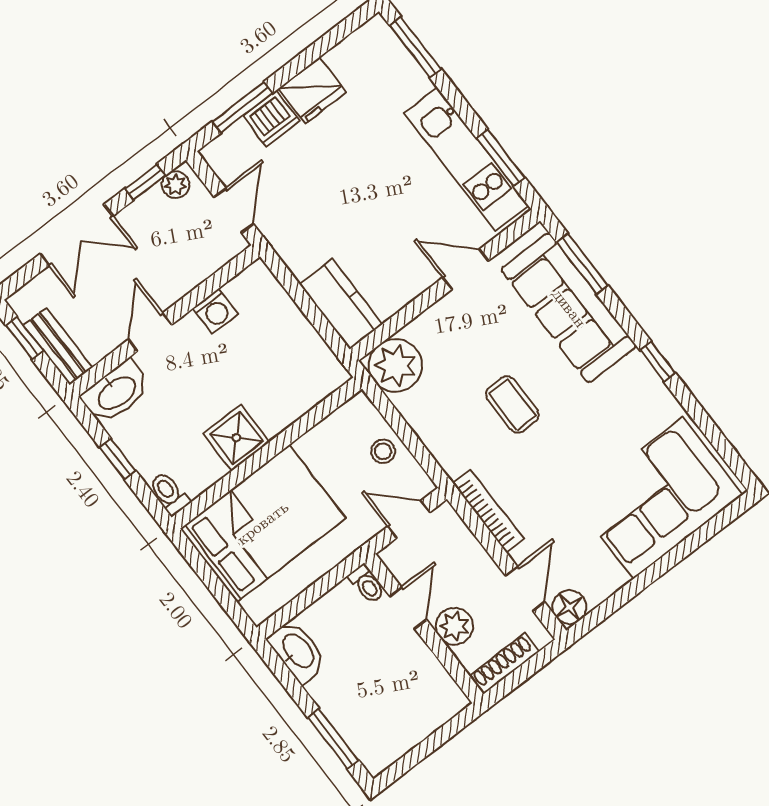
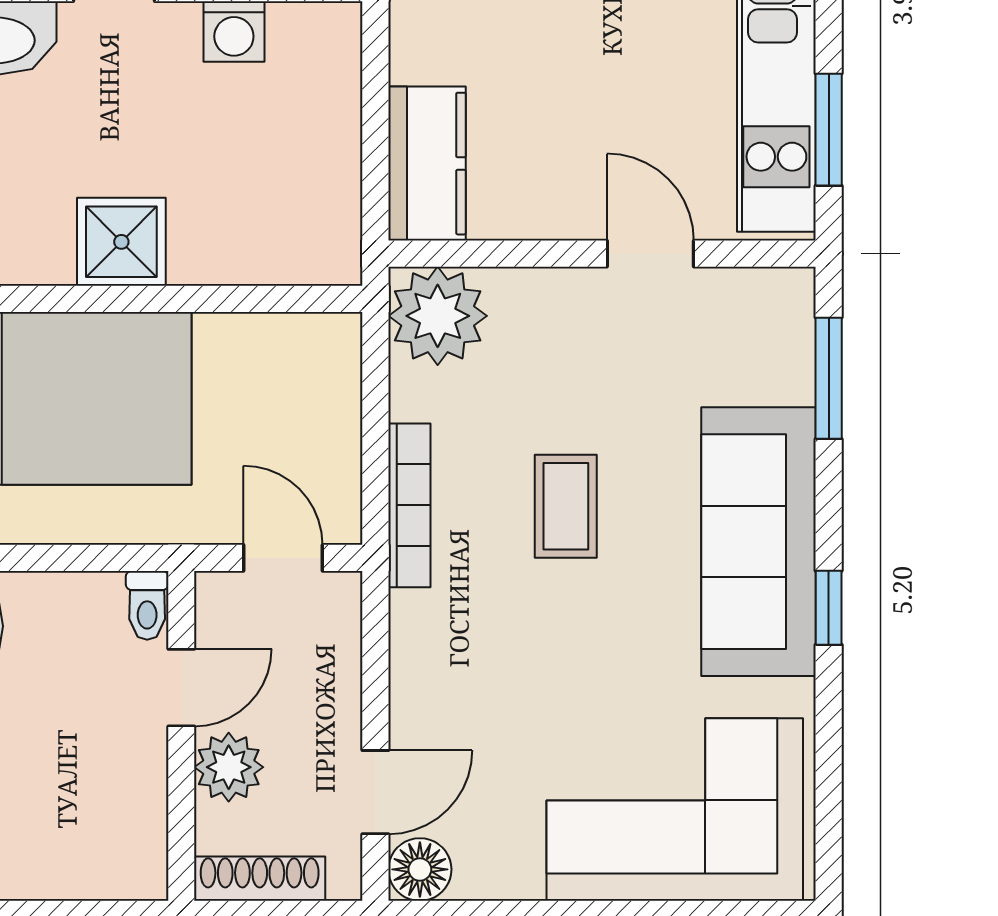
sofa: (569, 308) -> (758, 542), moved
stool: (383, 451) -> (322, 428), removed
bookcase: (488, 511) -> (409, 505), moved

